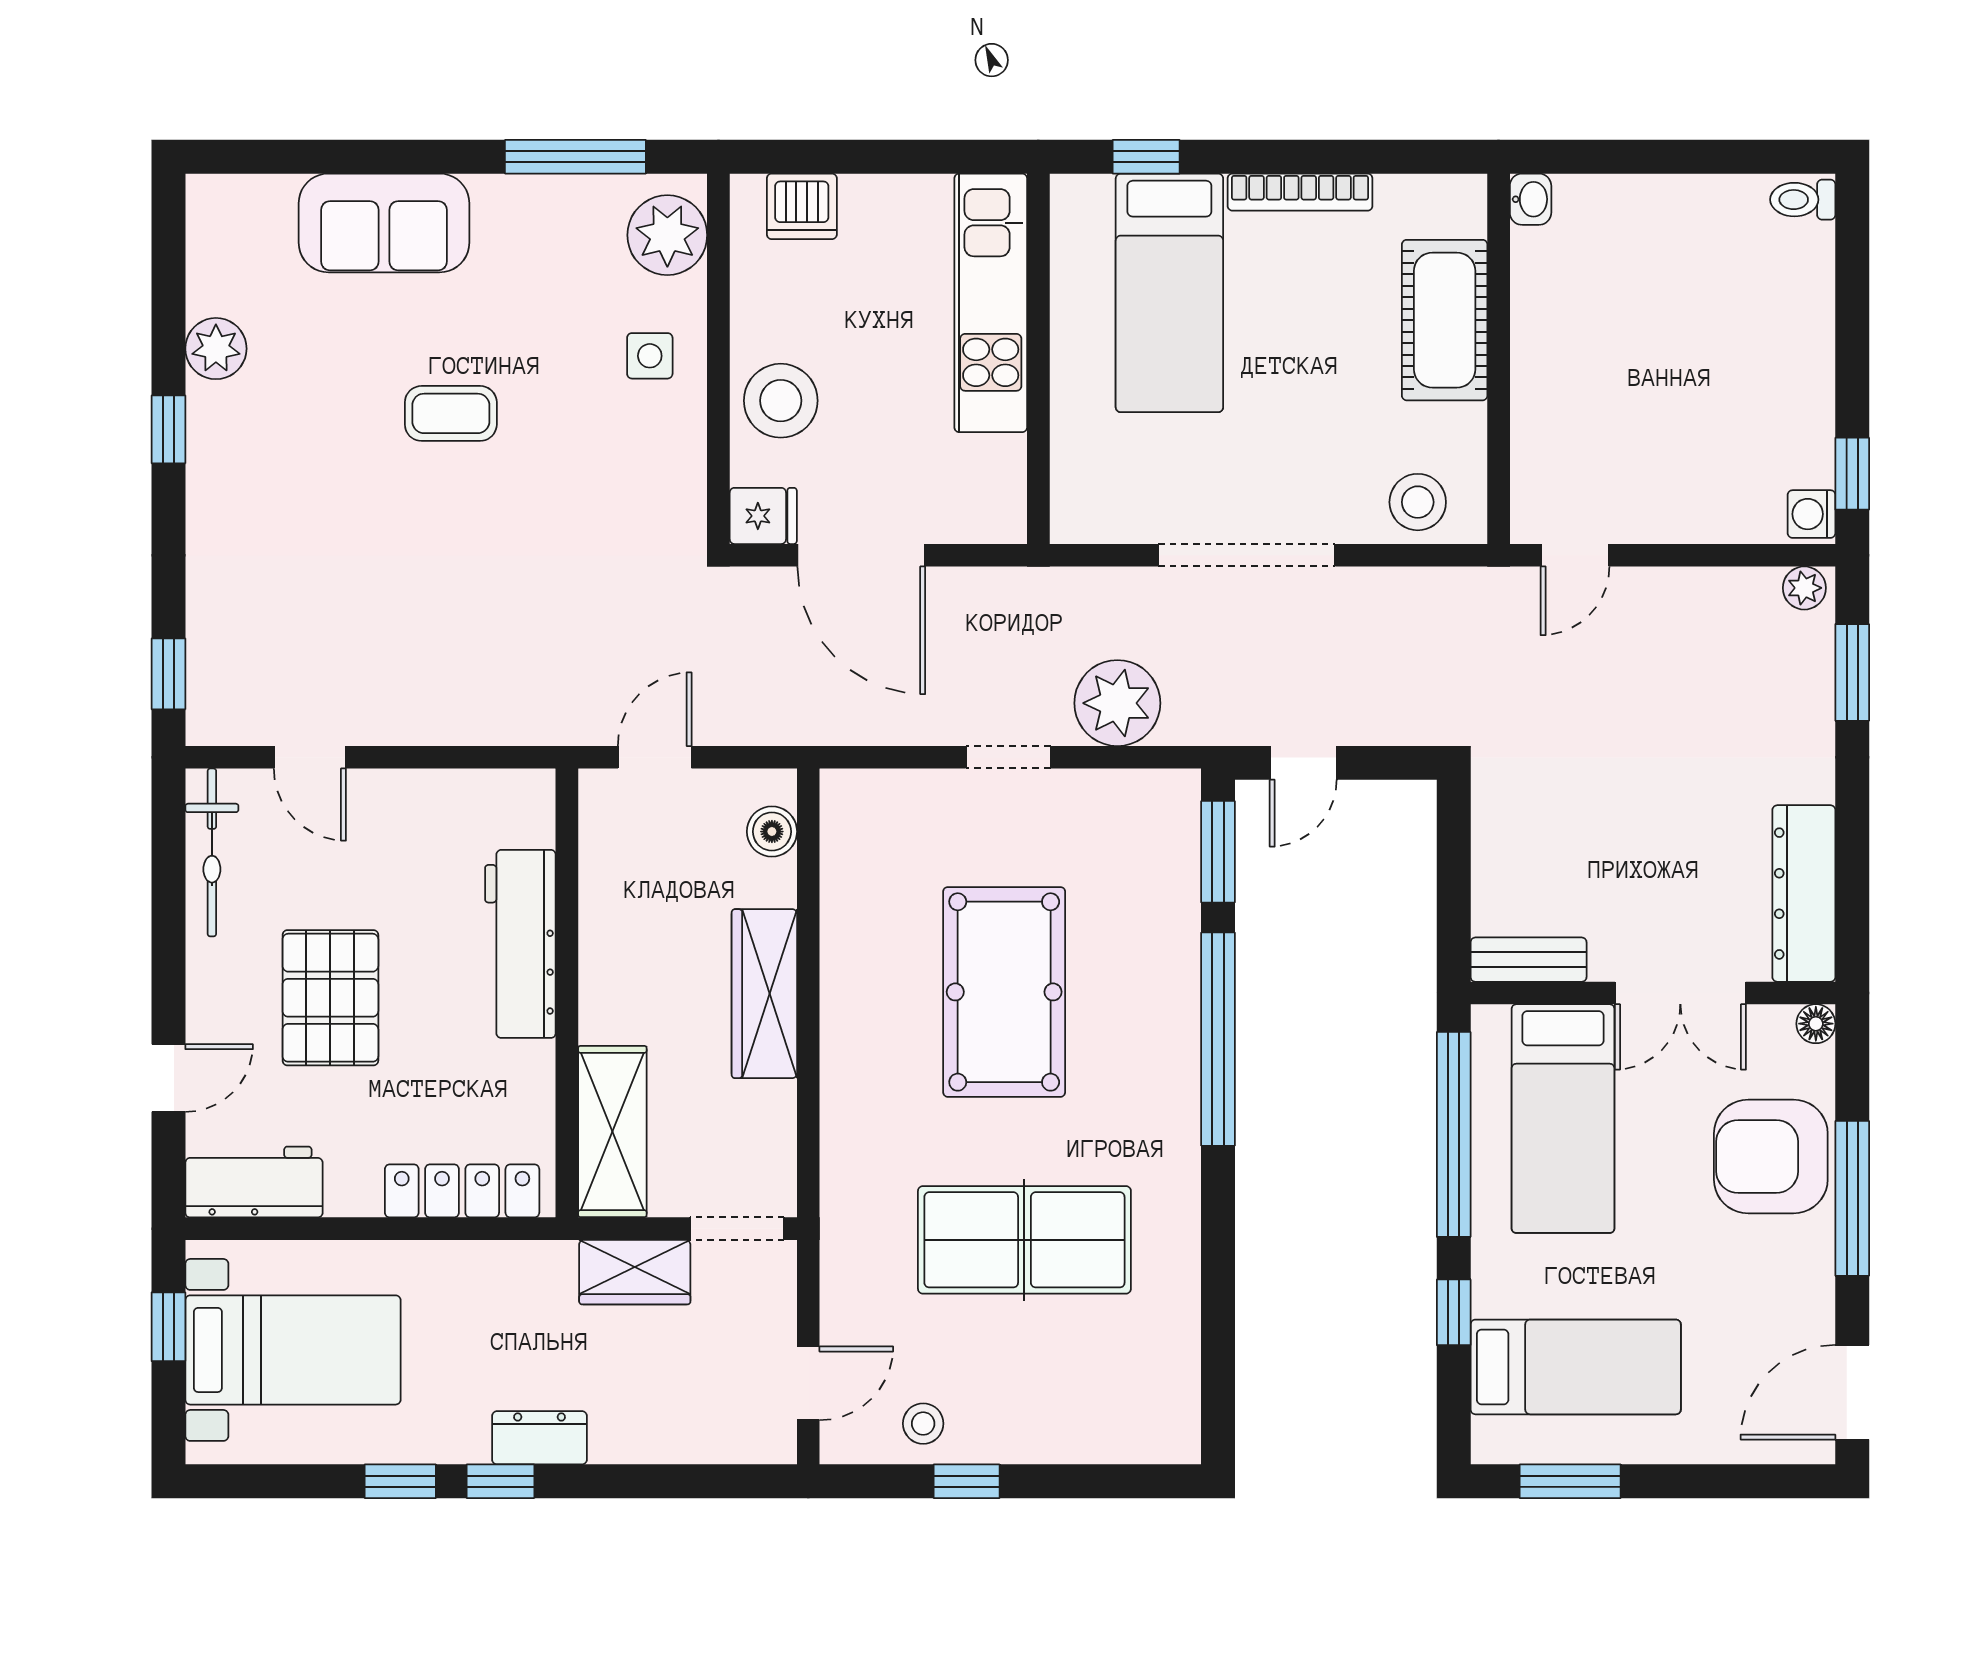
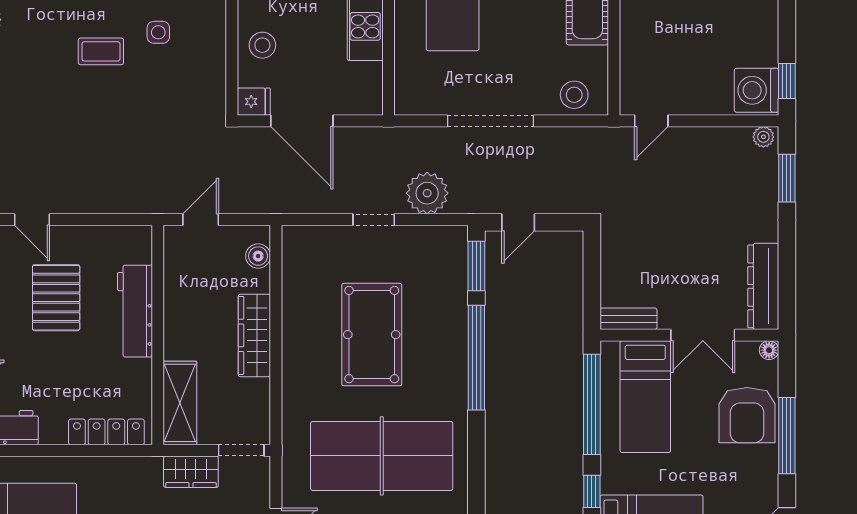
side table: (650, 356) -> (158, 32), moved
stool: (781, 401) -> (262, 45), width x0.73, depth x0.73
washing machine: (1811, 514) -> (757, 90), width x1.89, depth x1.89
pallet: (330, 998) -> (56, 298), moved
armchair: (1771, 1156) -> (747, 415), turned -90
table tennis table: (1024, 1240) -> (382, 456), width x1.36, depth x1.32

